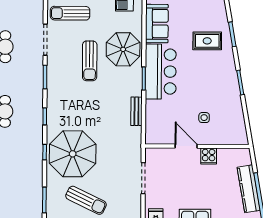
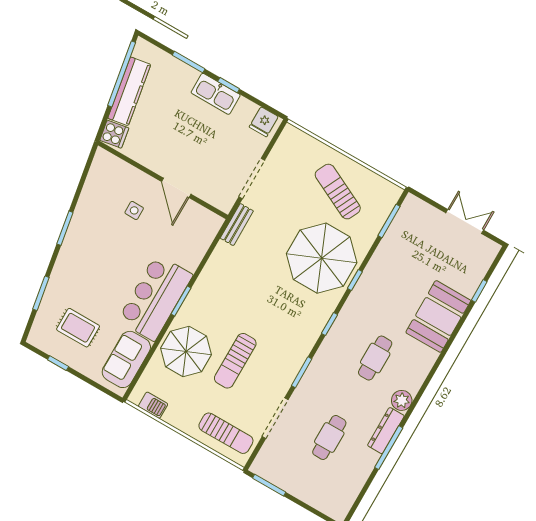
rug: (207, 41) -> (78, 328), moved
sun lounger: (90, 61) -> (235, 361), turned 180
bench: (136, 111) -> (237, 225), moved
cooker: (209, 156) -> (114, 134), moved, turned 80

